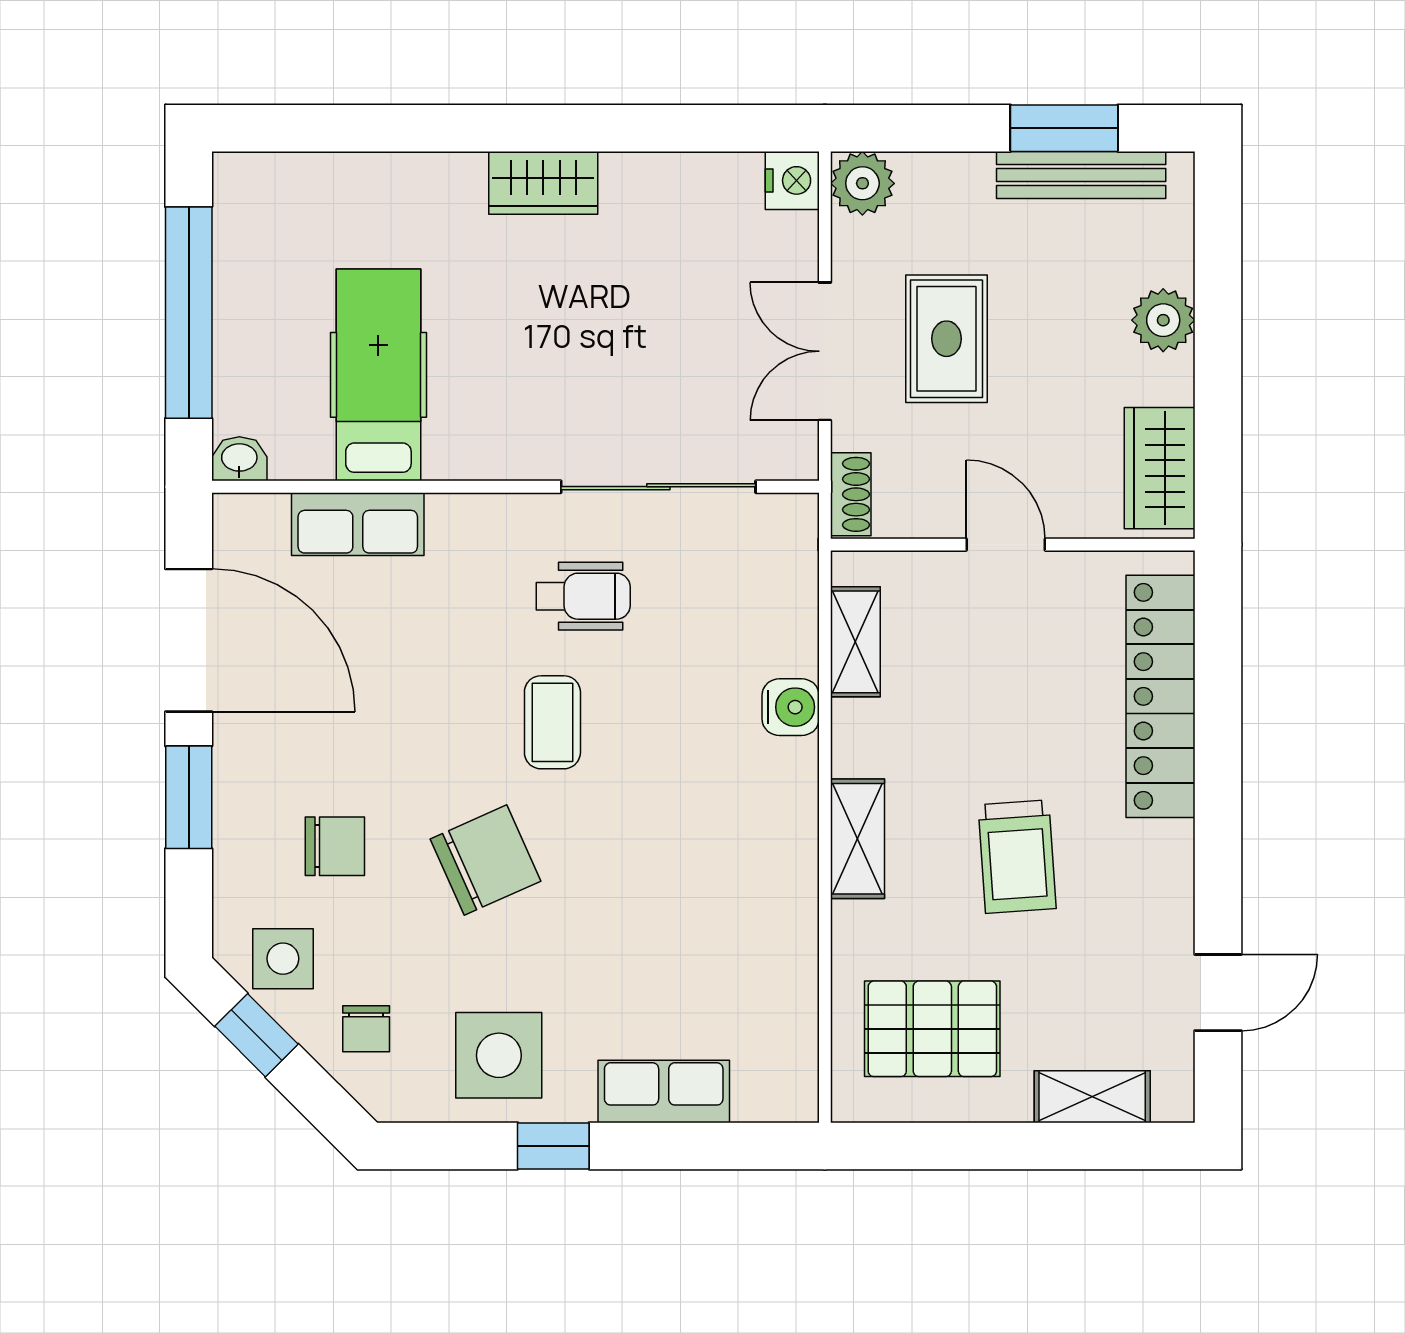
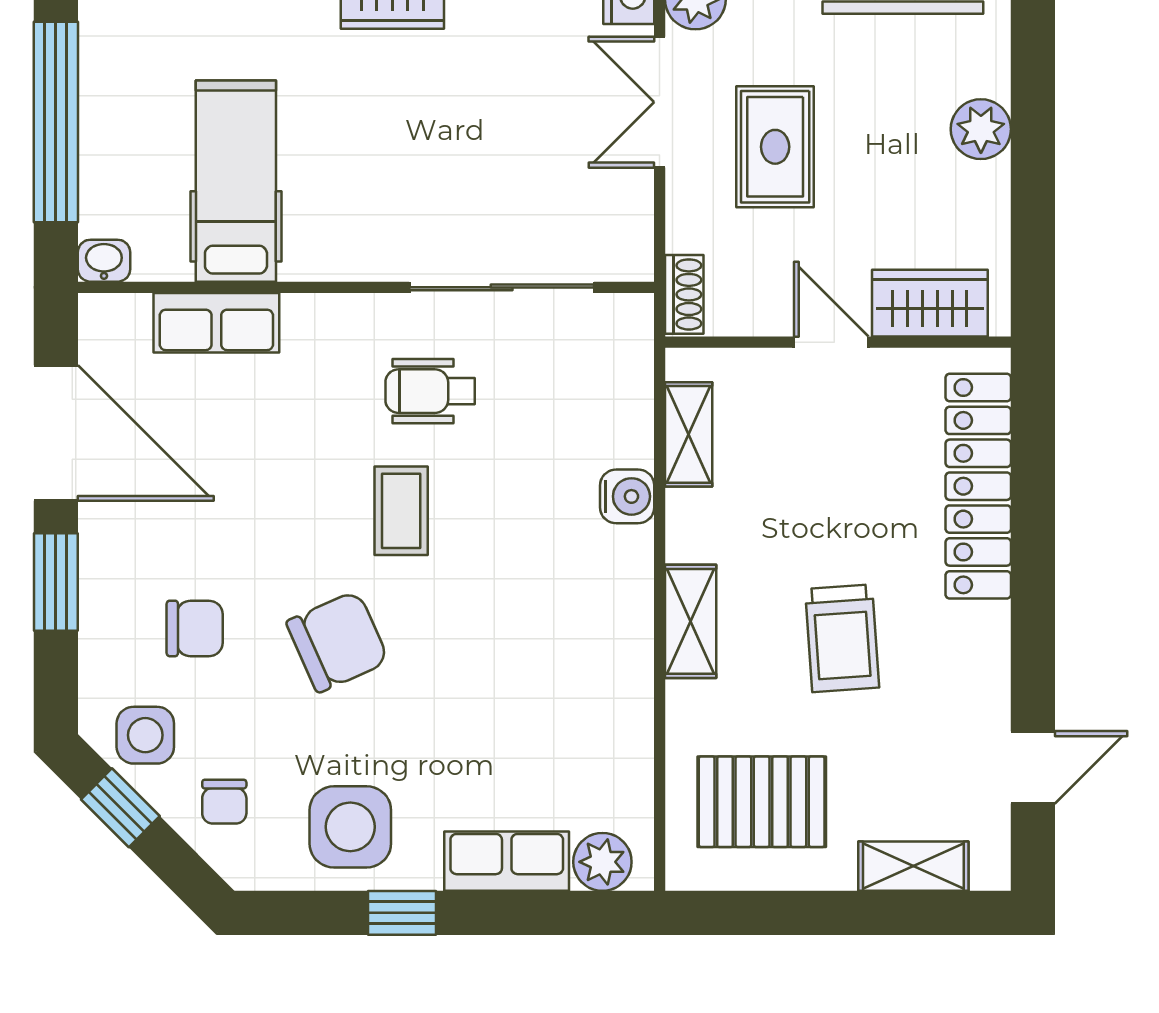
double door: (825, 351) -> (660, 102), moved
wardrobe: (1160, 468) -> (930, 303), moved, turned 90
wheelchair: (583, 596) -> (430, 391), turned 180
plant: (765, 1092) -> (602, 862), added

